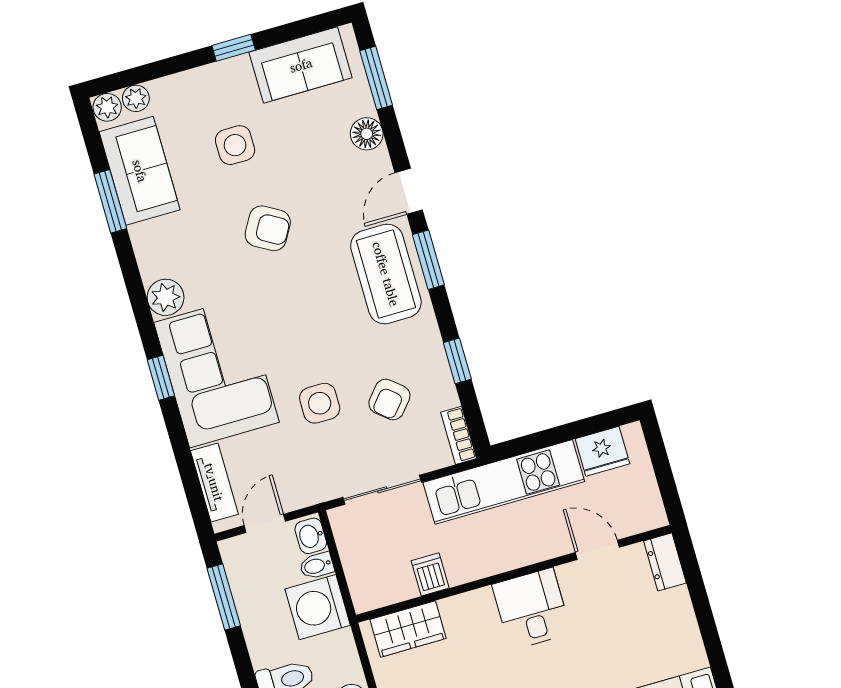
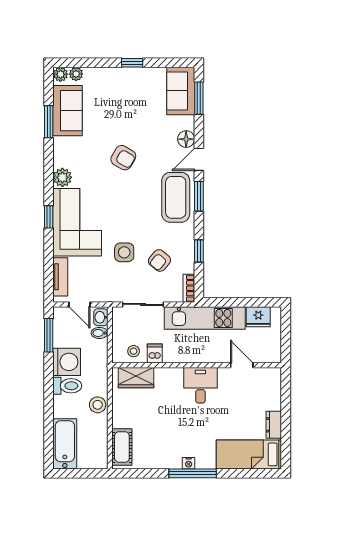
sofa: (301, 65) -> (181, 91), moved, turned 90
floor lamp: (367, 134) -> (186, 139), moved
side table: (235, 145) -> (119, 111), removed
door: (265, 523) -> (80, 304), swing flipped
dresser: (665, 562) -> (274, 425), moved
stool: (390, 581) -> (134, 351), added
washing machine: (318, 607) -> (67, 362), moved, turned 180

